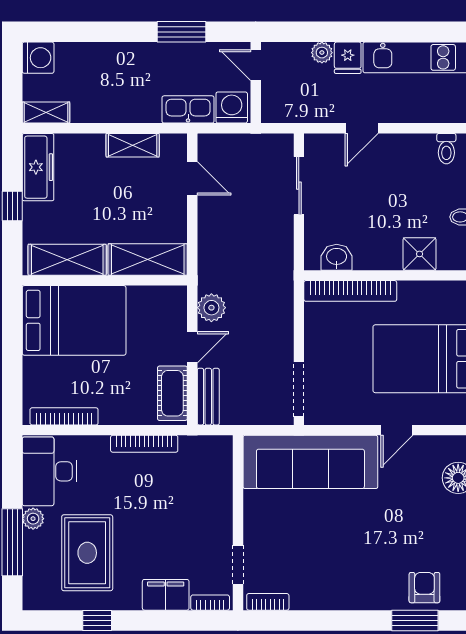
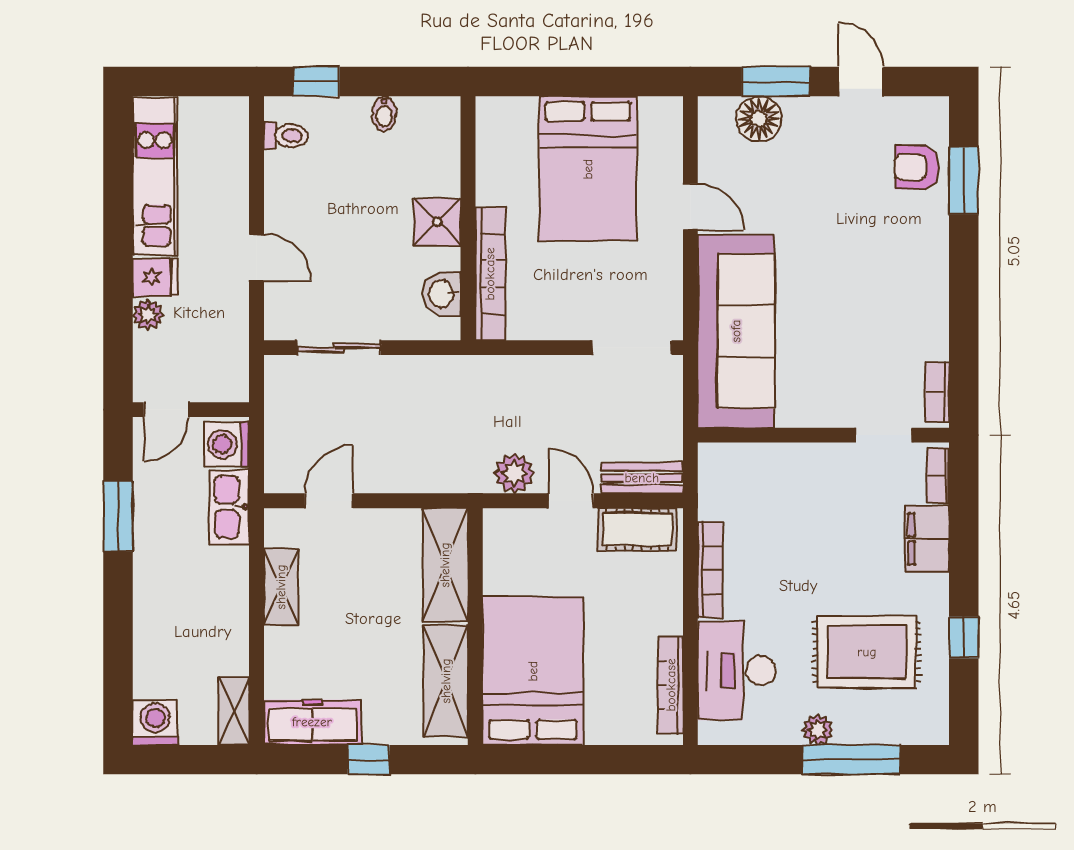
shower: (420, 254) -> (437, 222), moved
desk: (49, 471) -> (737, 670), moved, turned 90

